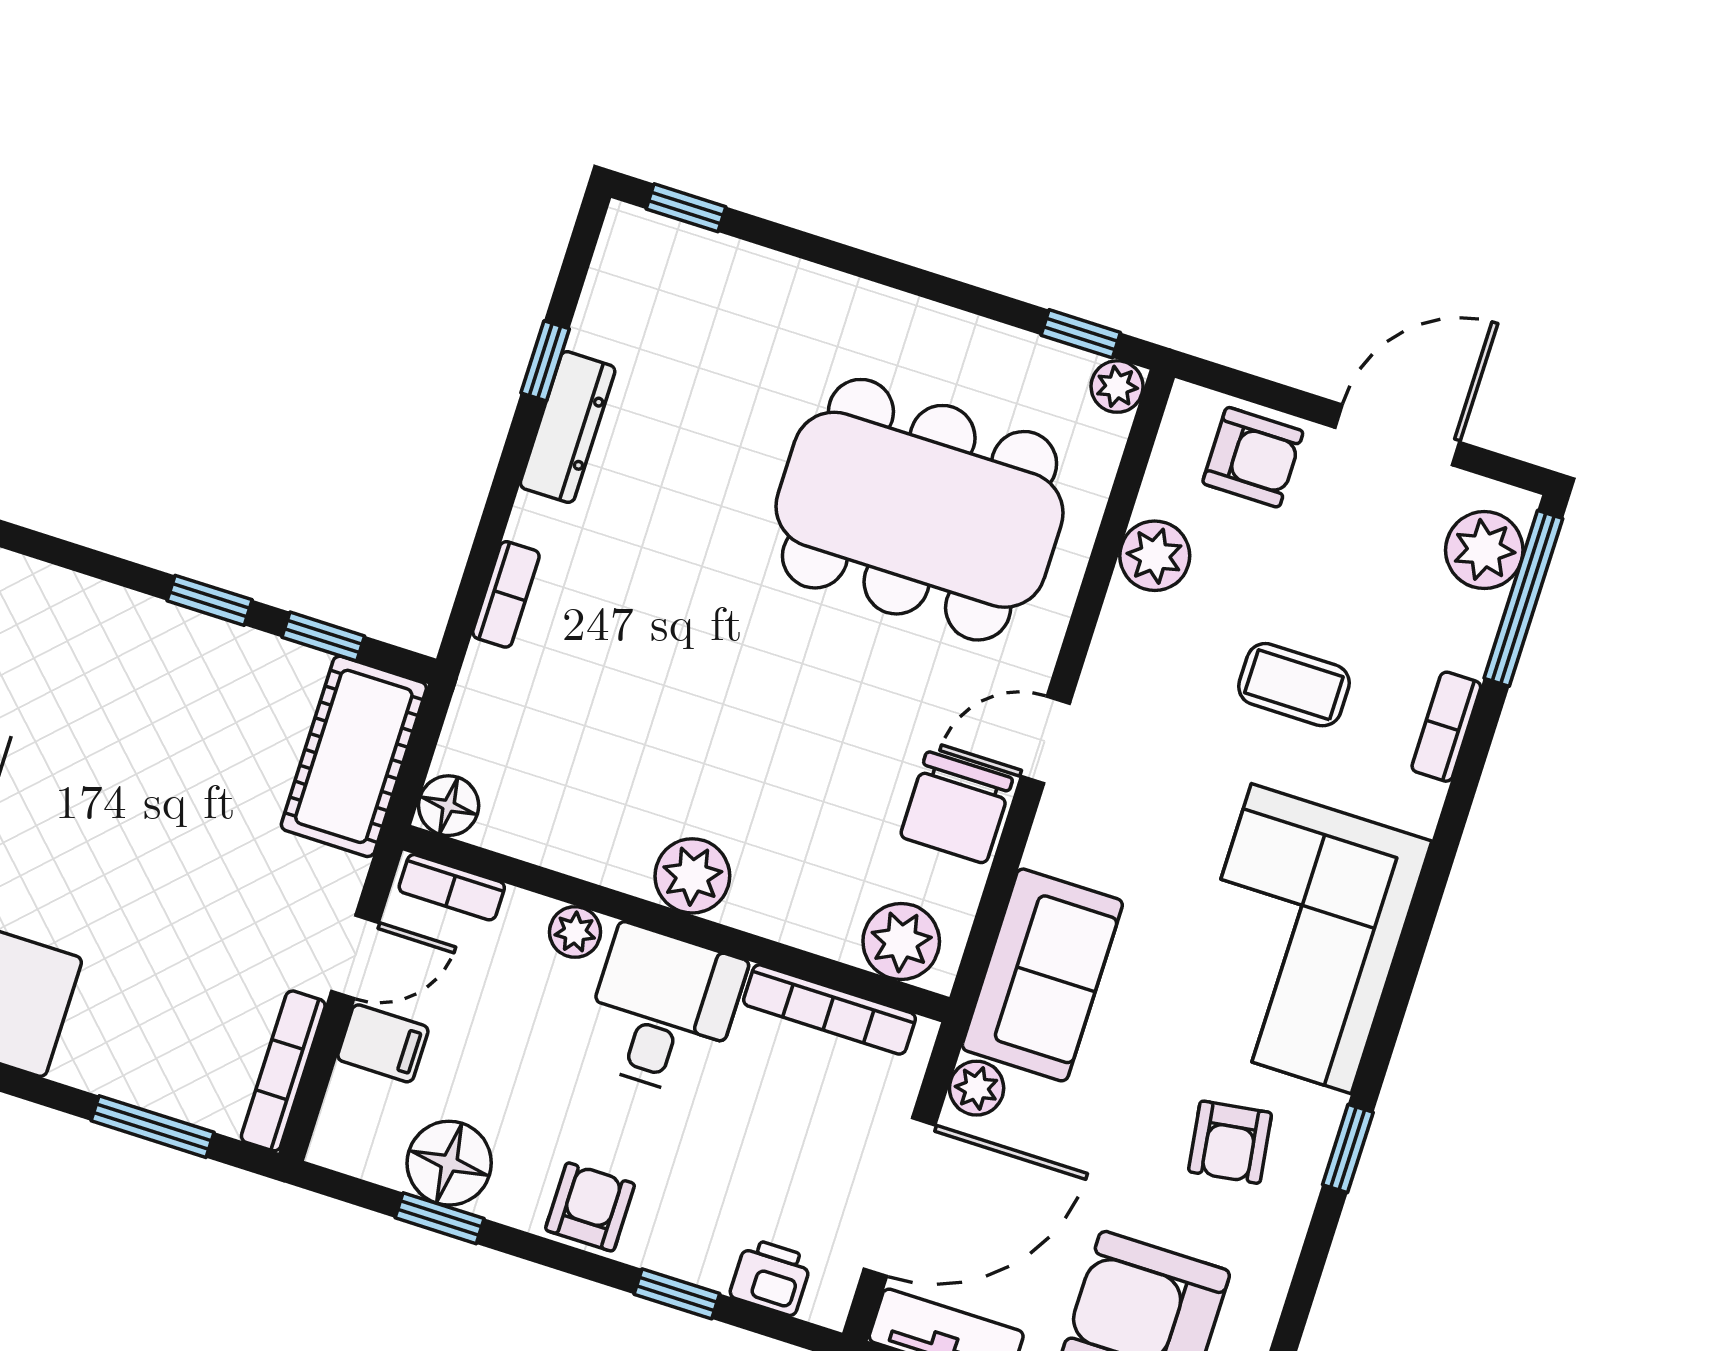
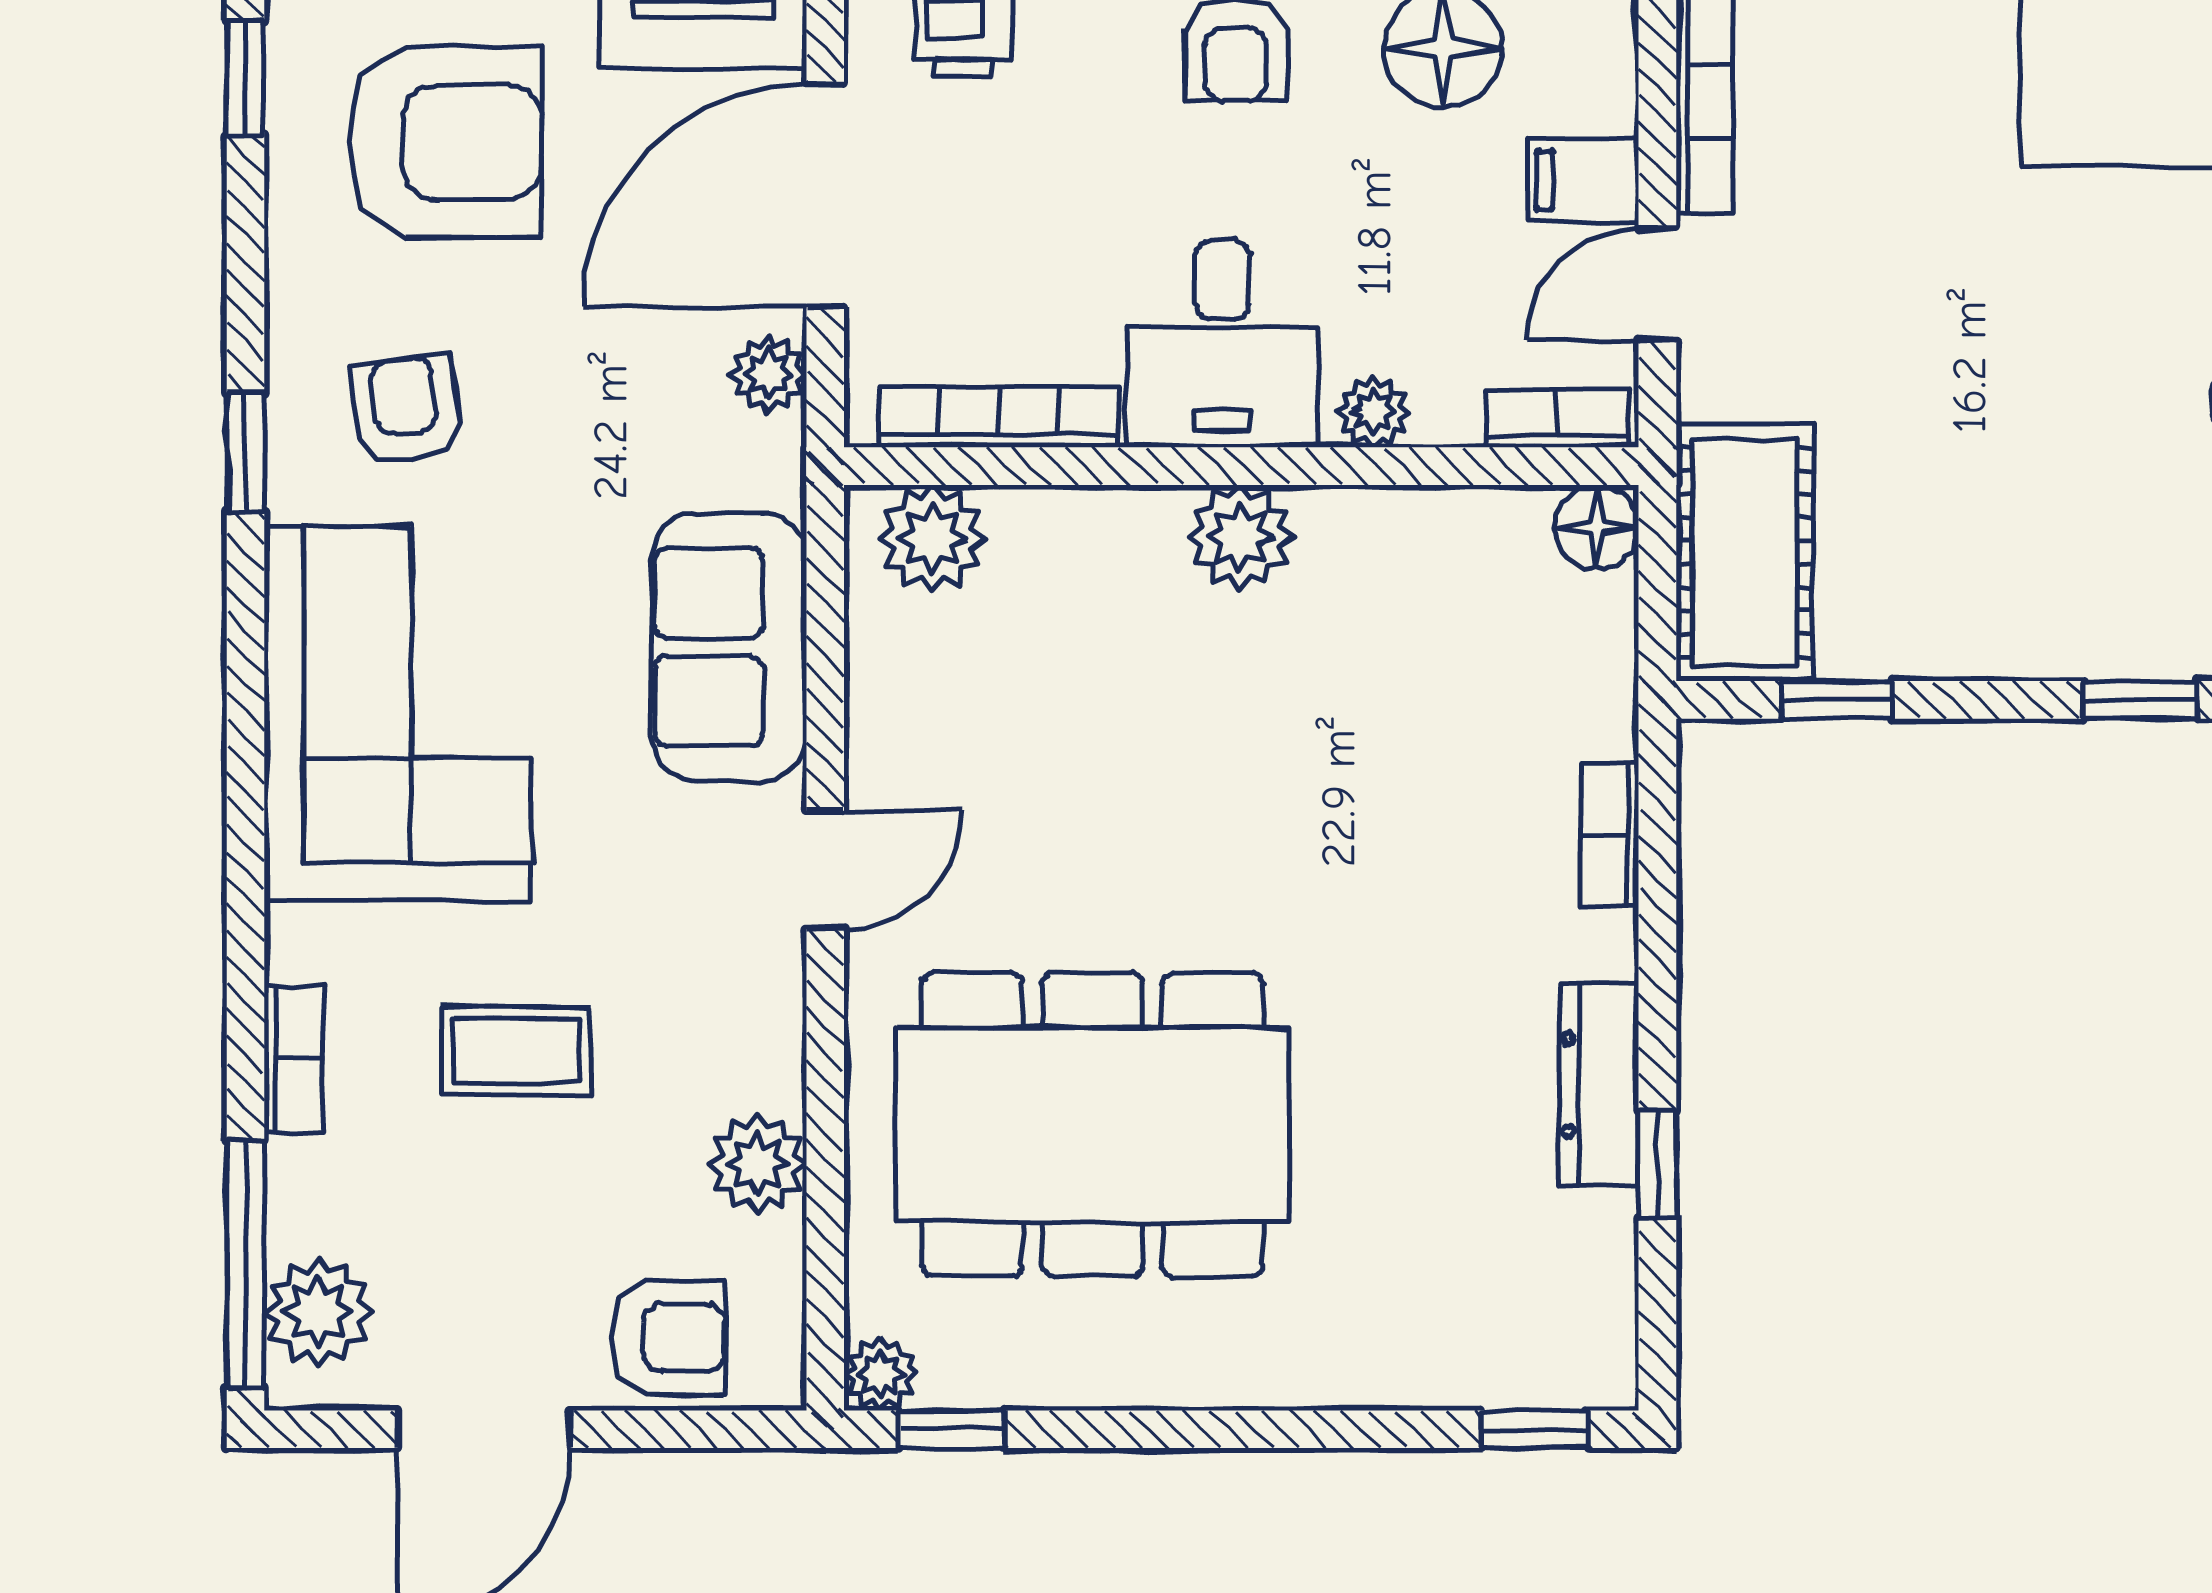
armchair: (1253, 457) -> (668, 1338), turned 180
window: (210, 600) -> (2140, 700), moved
chair: (956, 808) -> (916, 741), removed
sofa: (1042, 975) -> (729, 647), moved

